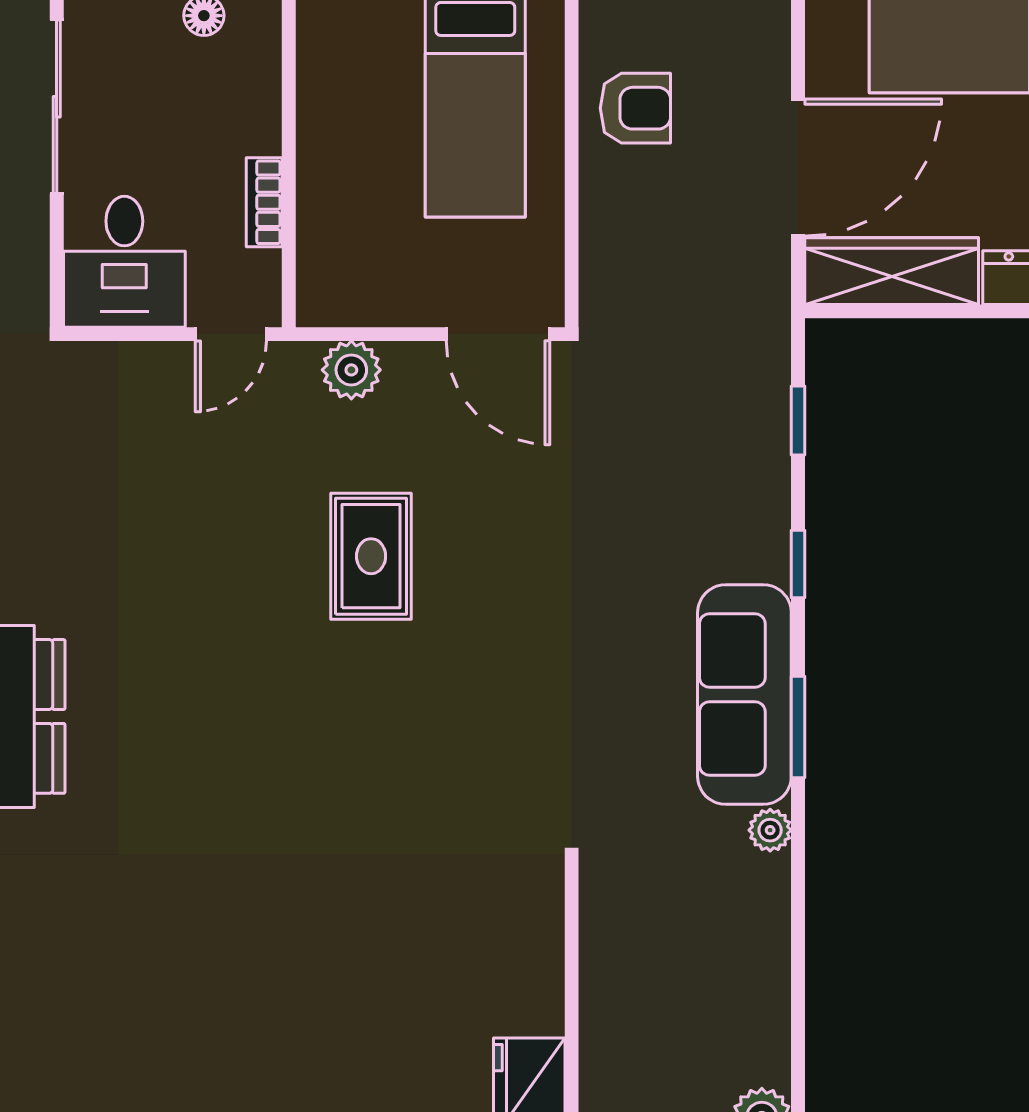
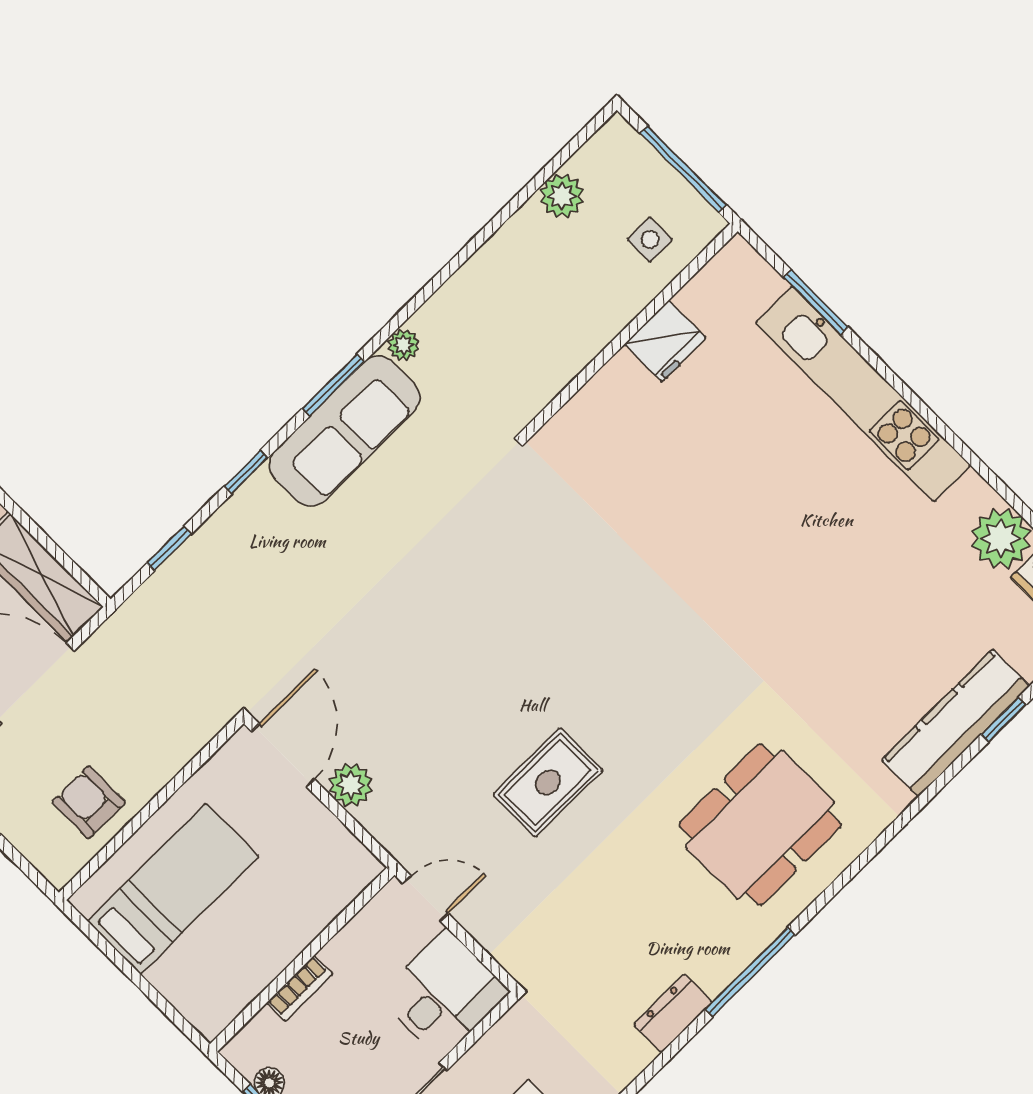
bookcase: (264, 202) -> (300, 988), moved
plant: (351, 370) -> (351, 785), moved
rug: (371, 556) -> (548, 782), moved

